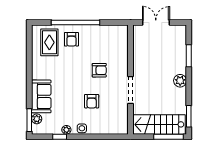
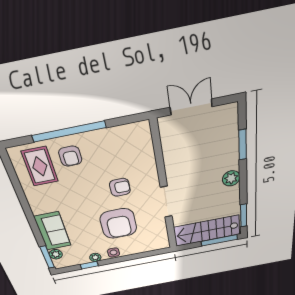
armchair: (92, 101) -> (118, 224), width x1.88, depth x1.88

